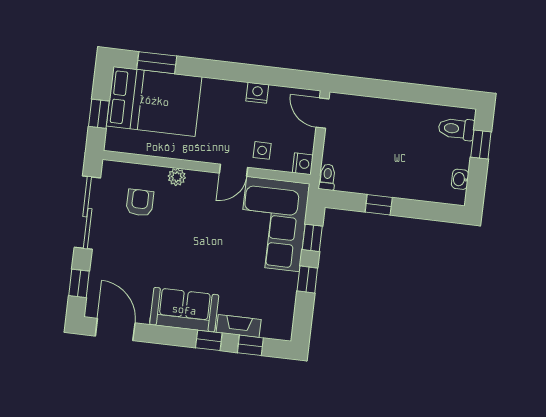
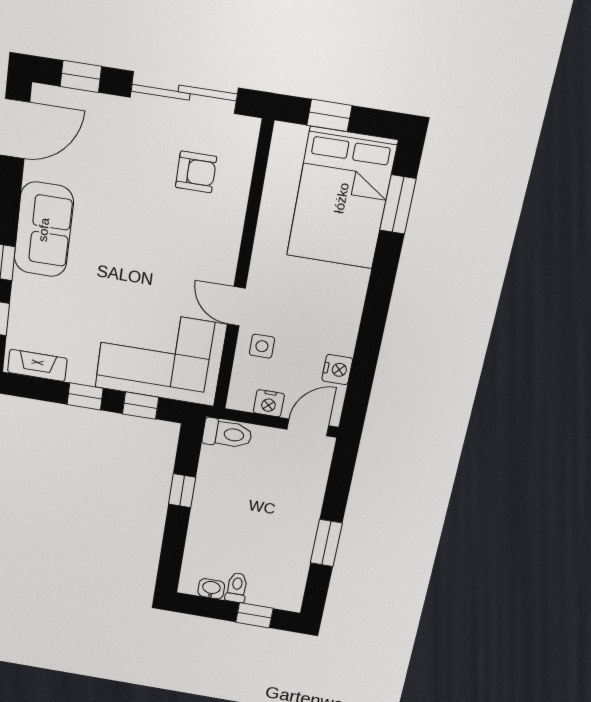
nightstand: (257, 93) -> (337, 369), moved
window: (415, 93) -> (326, 543), added
toilet: (456, 129) -> (237, 588), moved, width x0.73, depth x0.72
nightstand: (303, 164) -> (269, 403), moved
plant: (177, 177) -> (231, 227), removed
toilet: (327, 177) -> (227, 434), width x1.37, depth x1.39
fireplace: (239, 326) -> (37, 365), moved, turned -90

